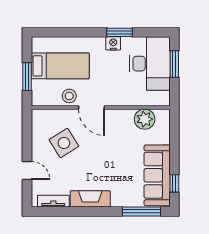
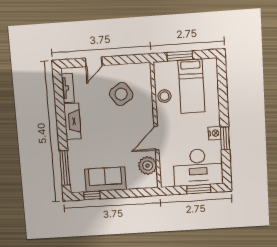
door: (91, 107) -> (156, 138), moved
sofa: (157, 175) -> (105, 179), width x0.73

